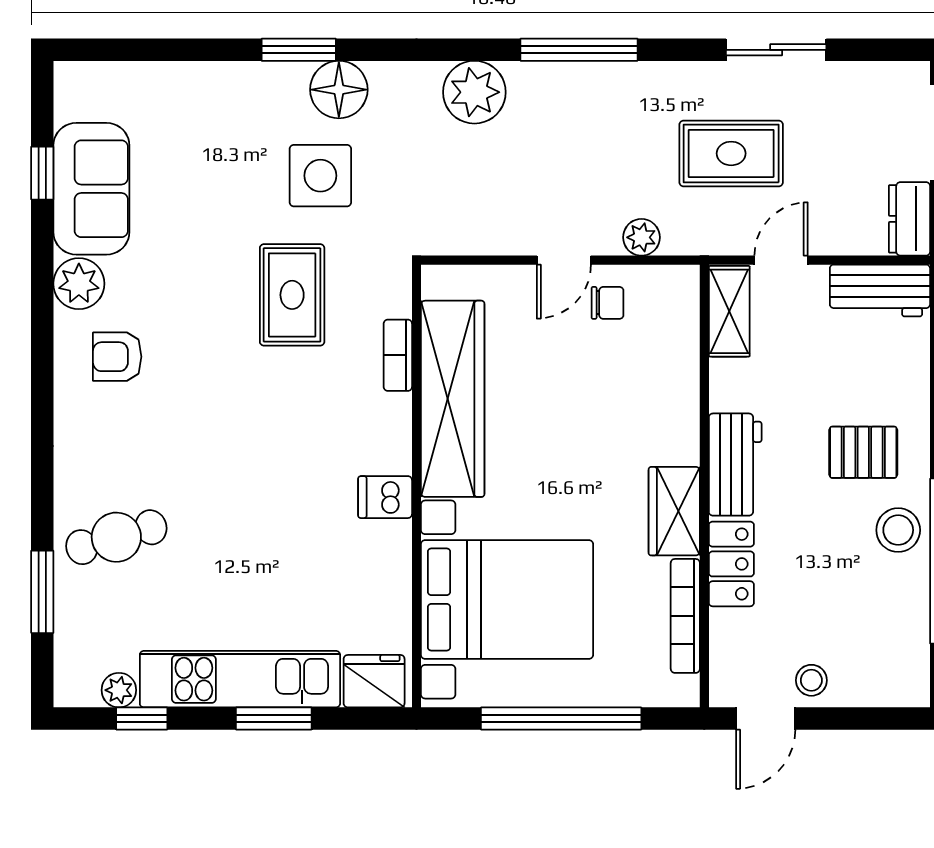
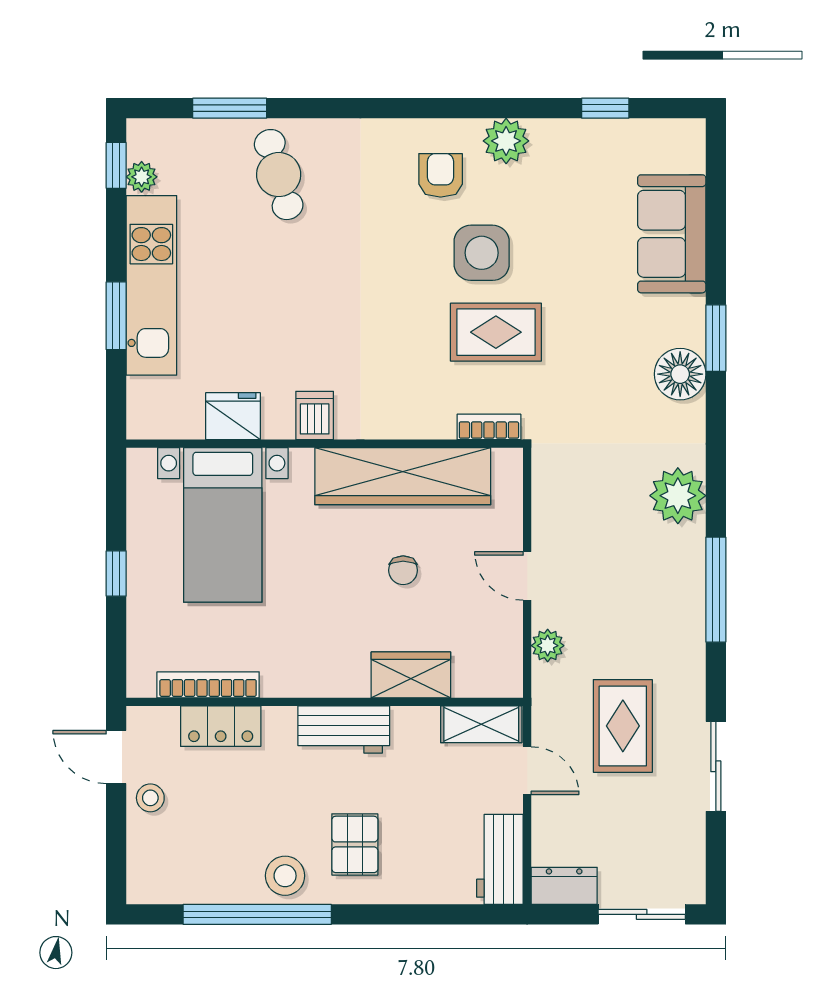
side table: (320, 176) -> (482, 253), moved
sofa: (91, 189) -> (672, 234), moved, turned 90
chair: (608, 303) -> (403, 570), moved
bookcase: (398, 355) -> (489, 427), moved
wardrobe: (674, 511) -> (411, 675), moved
locker: (731, 564) -> (221, 726), moved
bed with nightstands: (507, 599) -> (223, 525), width x0.73
fridge: (374, 681) -> (233, 416), moved, turned -90
window: (142, 718) -> (116, 165), moved
window: (561, 718) -> (116, 573), width x0.32

